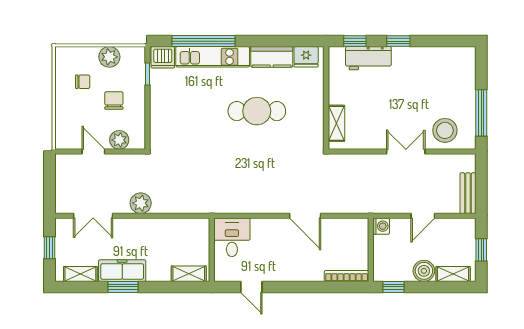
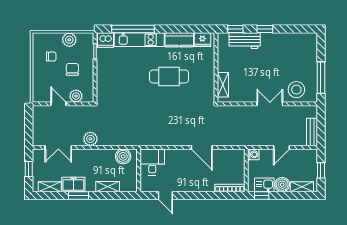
boiler: (189, 229) -> (123, 156), added
freezer: (122, 271) -> (73, 184), width x0.71
kitchen sink: (397, 271) -> (264, 185), added
shelving: (189, 274) -> (108, 187), moved

